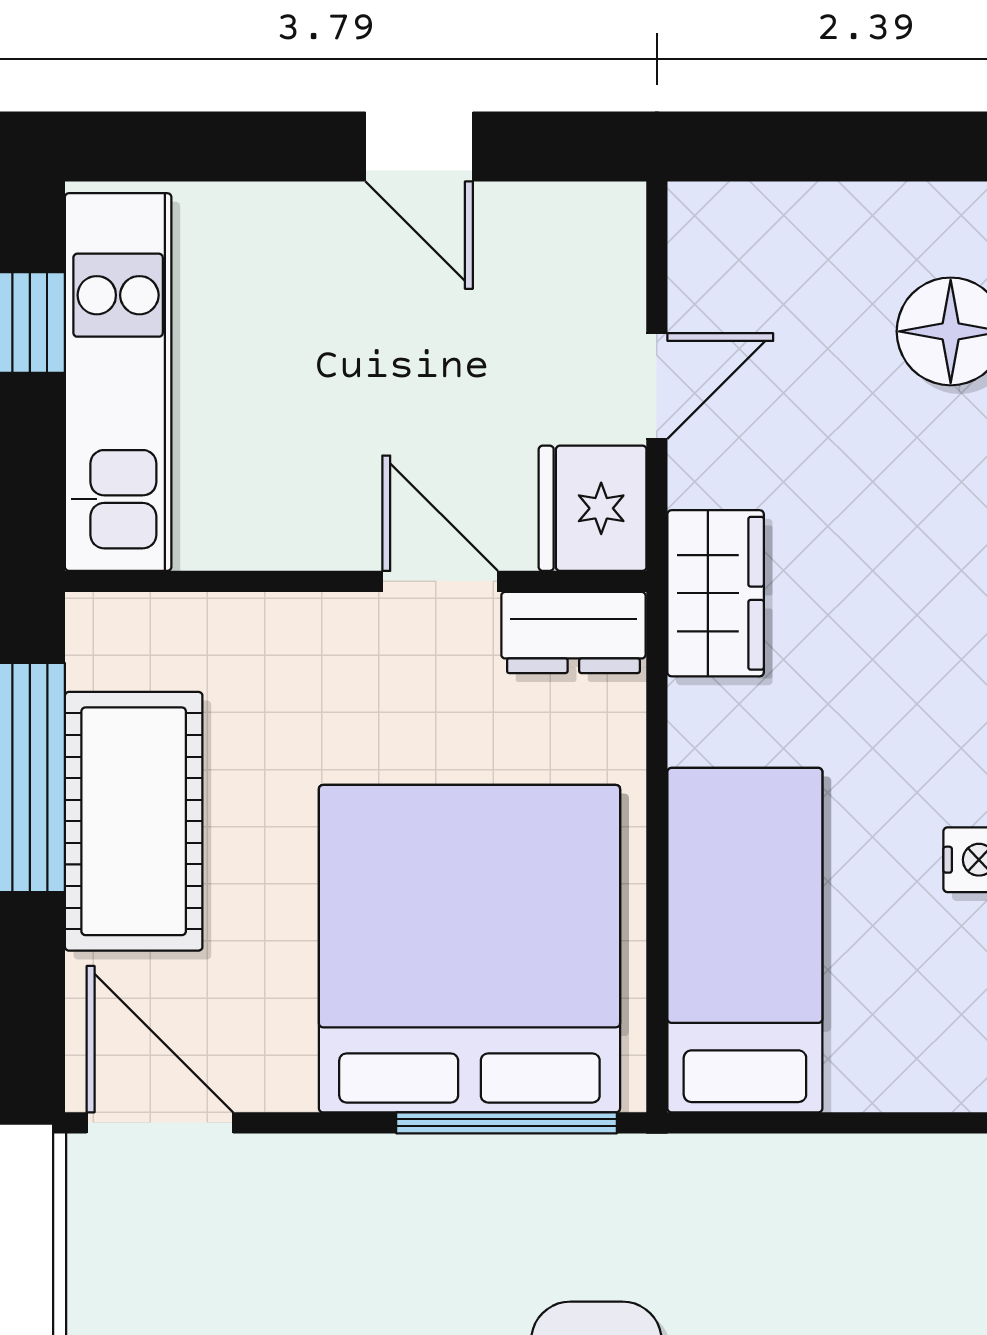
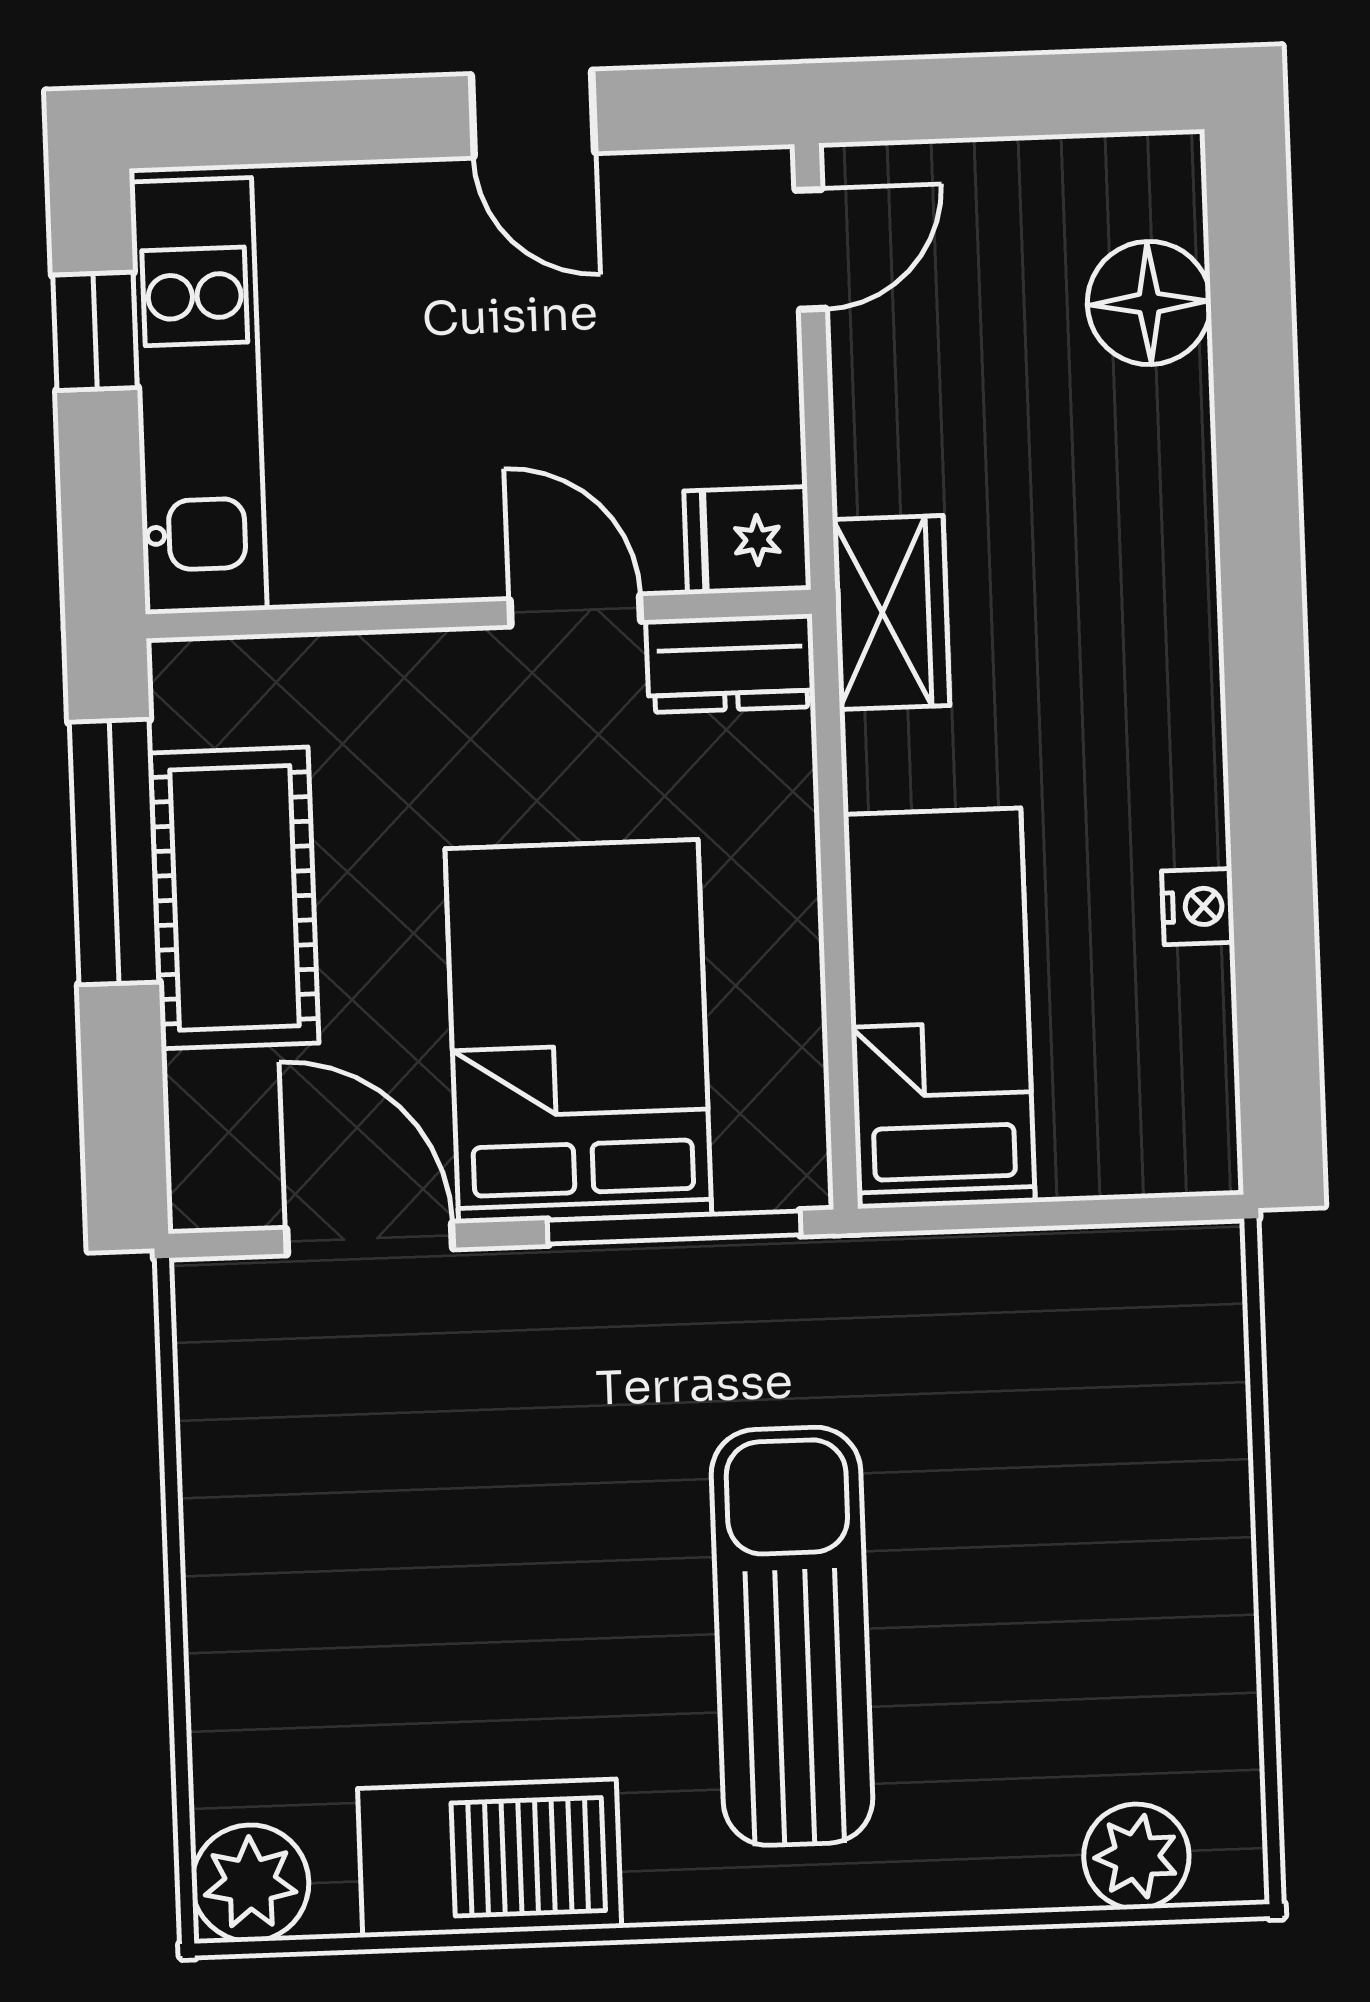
door: (657, 386) -> (811, 249), moved
fridge: (593, 508) -> (747, 540), width x0.72
bed: (469, 949) -> (578, 1031), width x0.73
door: (160, 1123) -> (370, 1239), moved

